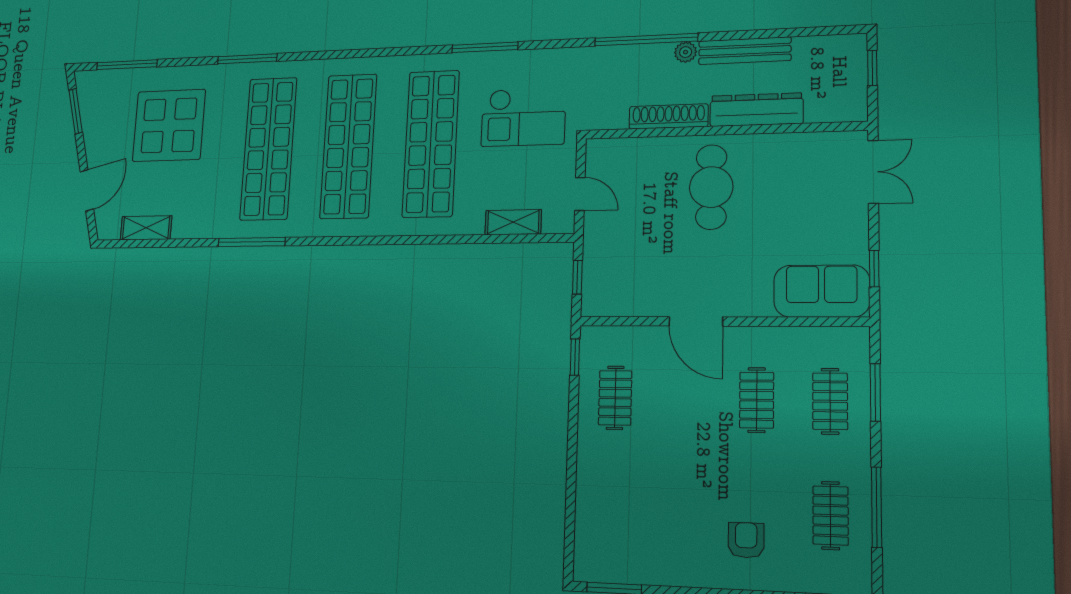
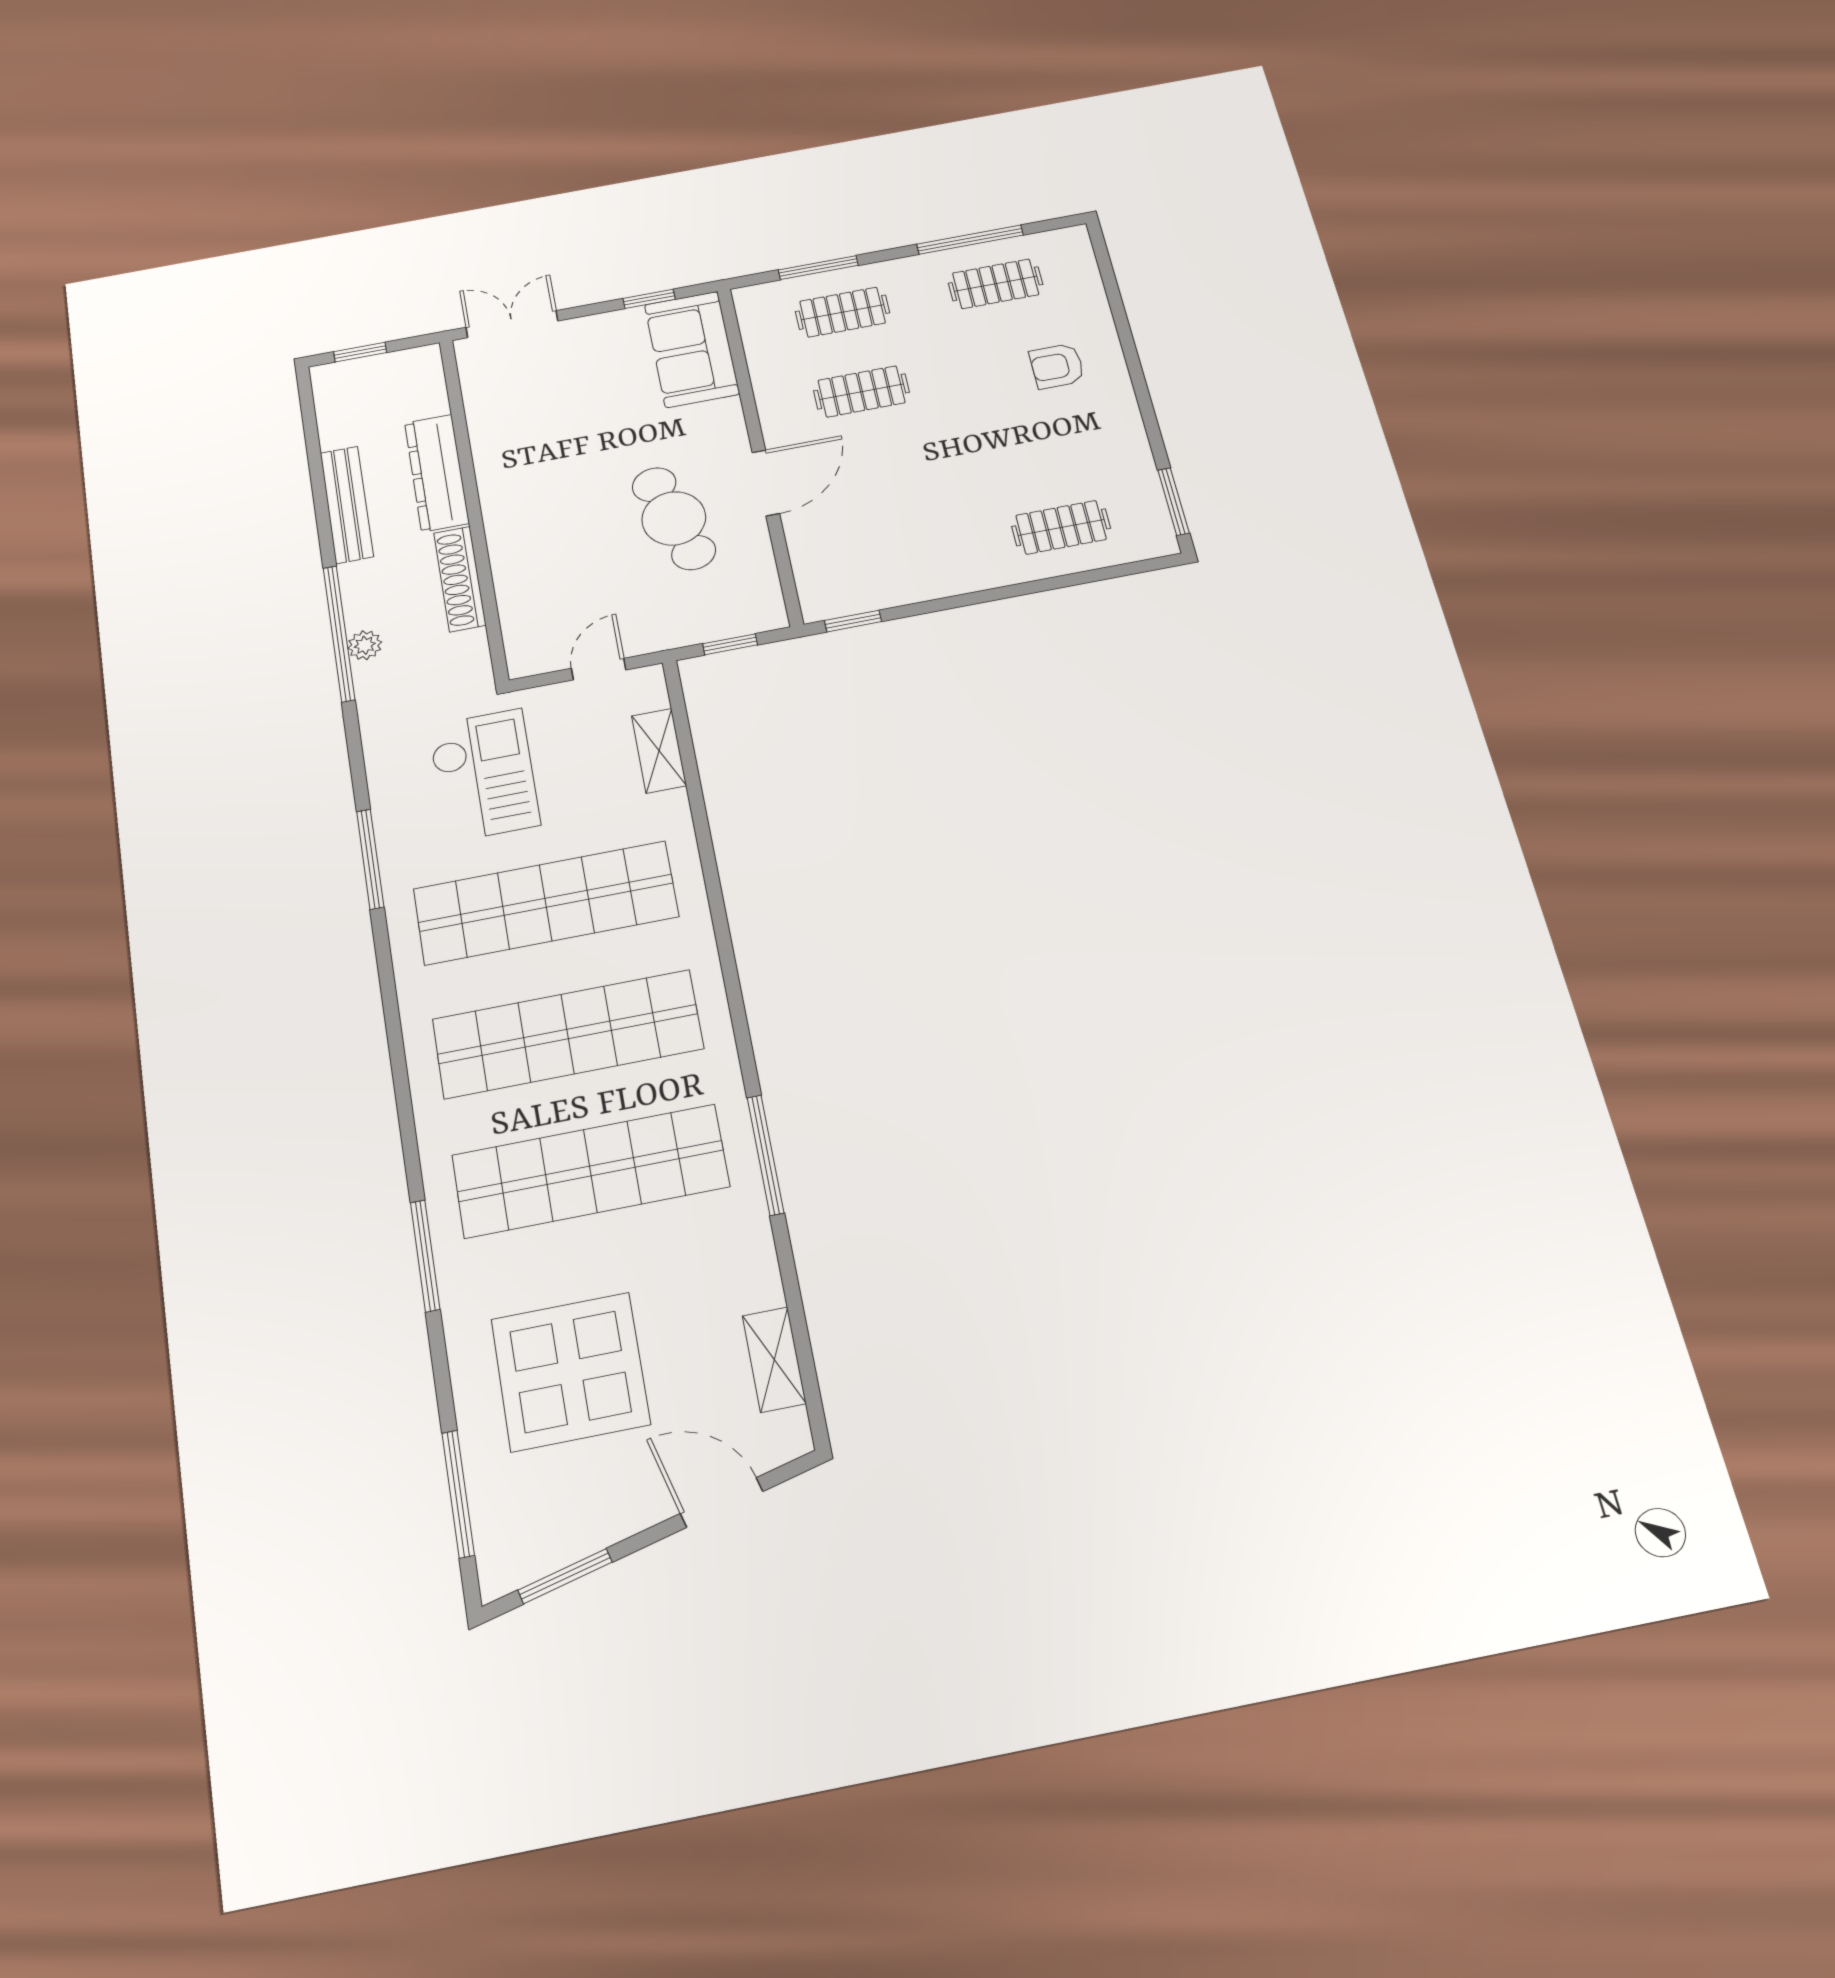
plant: (686, 52) -> (365, 645), moved
cafe table: (711, 187) -> (674, 518), moved, turned 74
clothes rail: (615, 398) -> (1061, 527), moved

